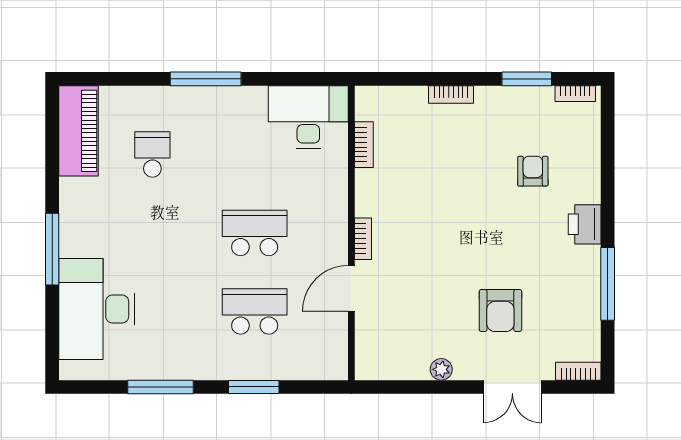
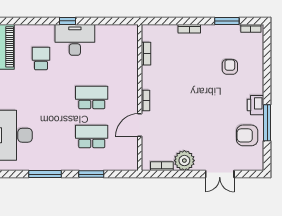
window: (206, 79) -> (67, 21), width x0.46
desk: (308, 117) -> (75, 40), moved
printer: (585, 224) -> (256, 105), moved
armchair: (500, 311) -> (247, 135), moved, turned 90
plant: (441, 369) -> (184, 161), width x1.88, depth x1.88
bookcase: (578, 371) -> (162, 166), moved

